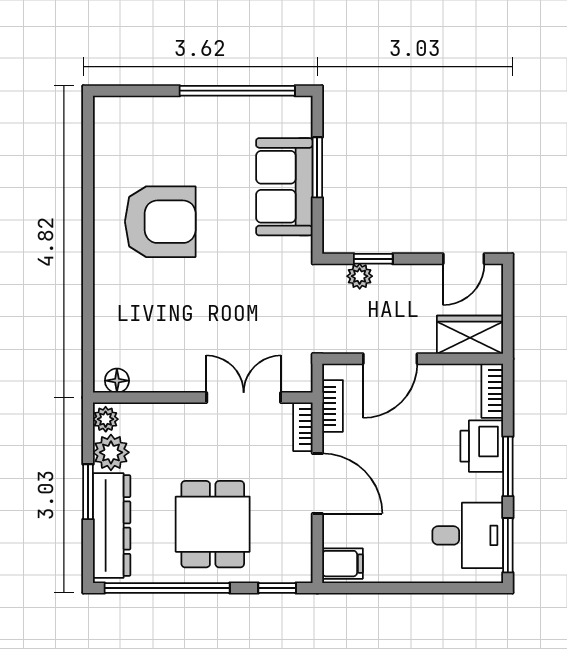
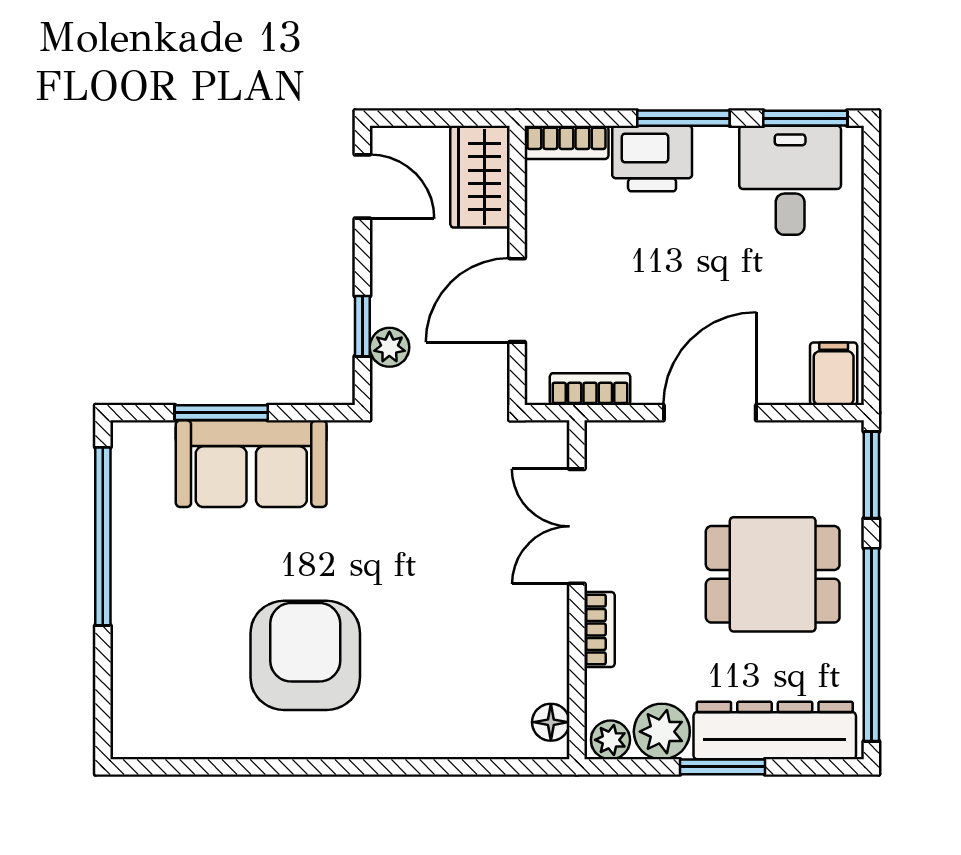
door: (390, 359) -> (517, 300), swing flipped
bookcase: (303, 427) -> (600, 629), moved, turned -90
window: (277, 588) -> (871, 475), width x1.50

